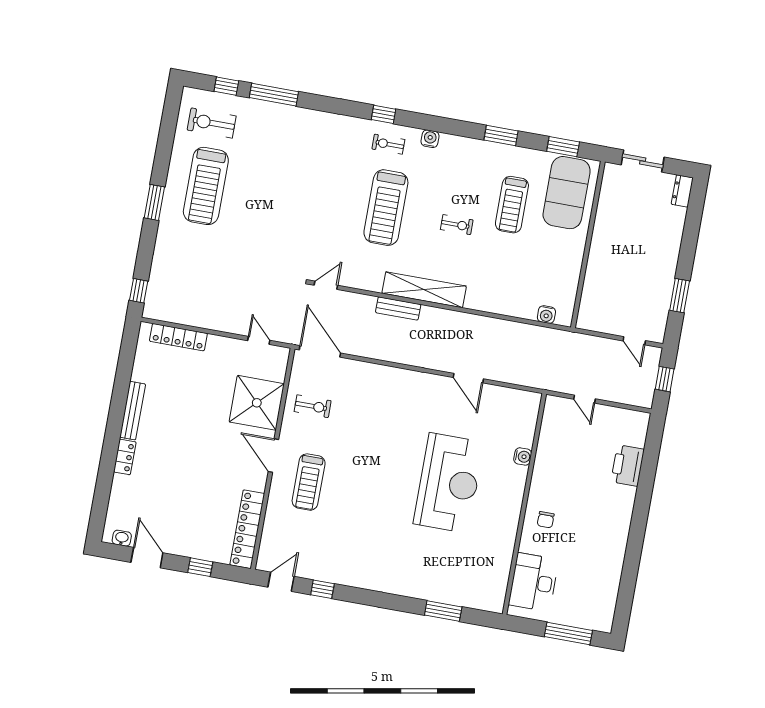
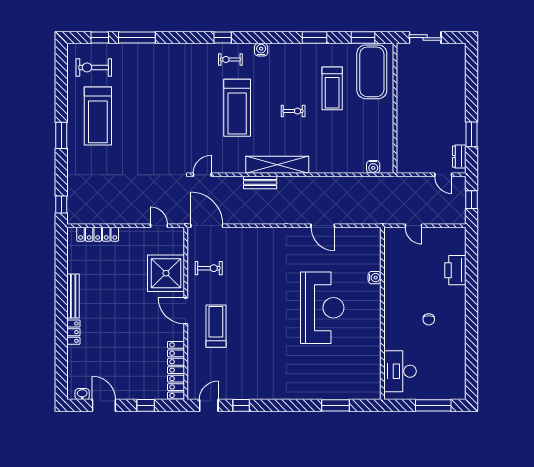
dresser: (682, 191) -> (459, 157), moved
treadmill: (309, 482) -> (216, 326), turned 180
chair: (546, 520) -> (429, 319), moved

